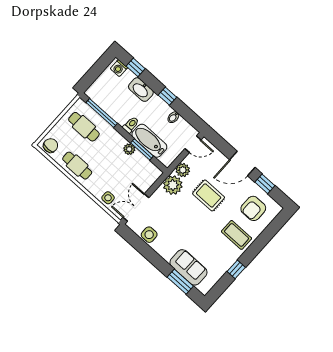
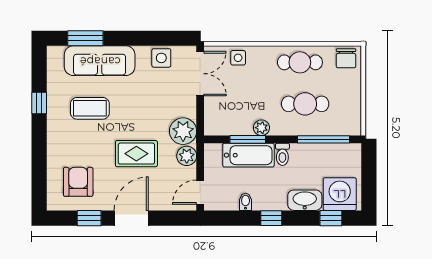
washing machine: (119, 68) -> (340, 194), width x1.89, depth x1.89
cafe table: (84, 127) -> (305, 104), moved
coffee table: (237, 235) -> (90, 108), moved
sofa: (188, 267) -> (100, 61), width x1.36

